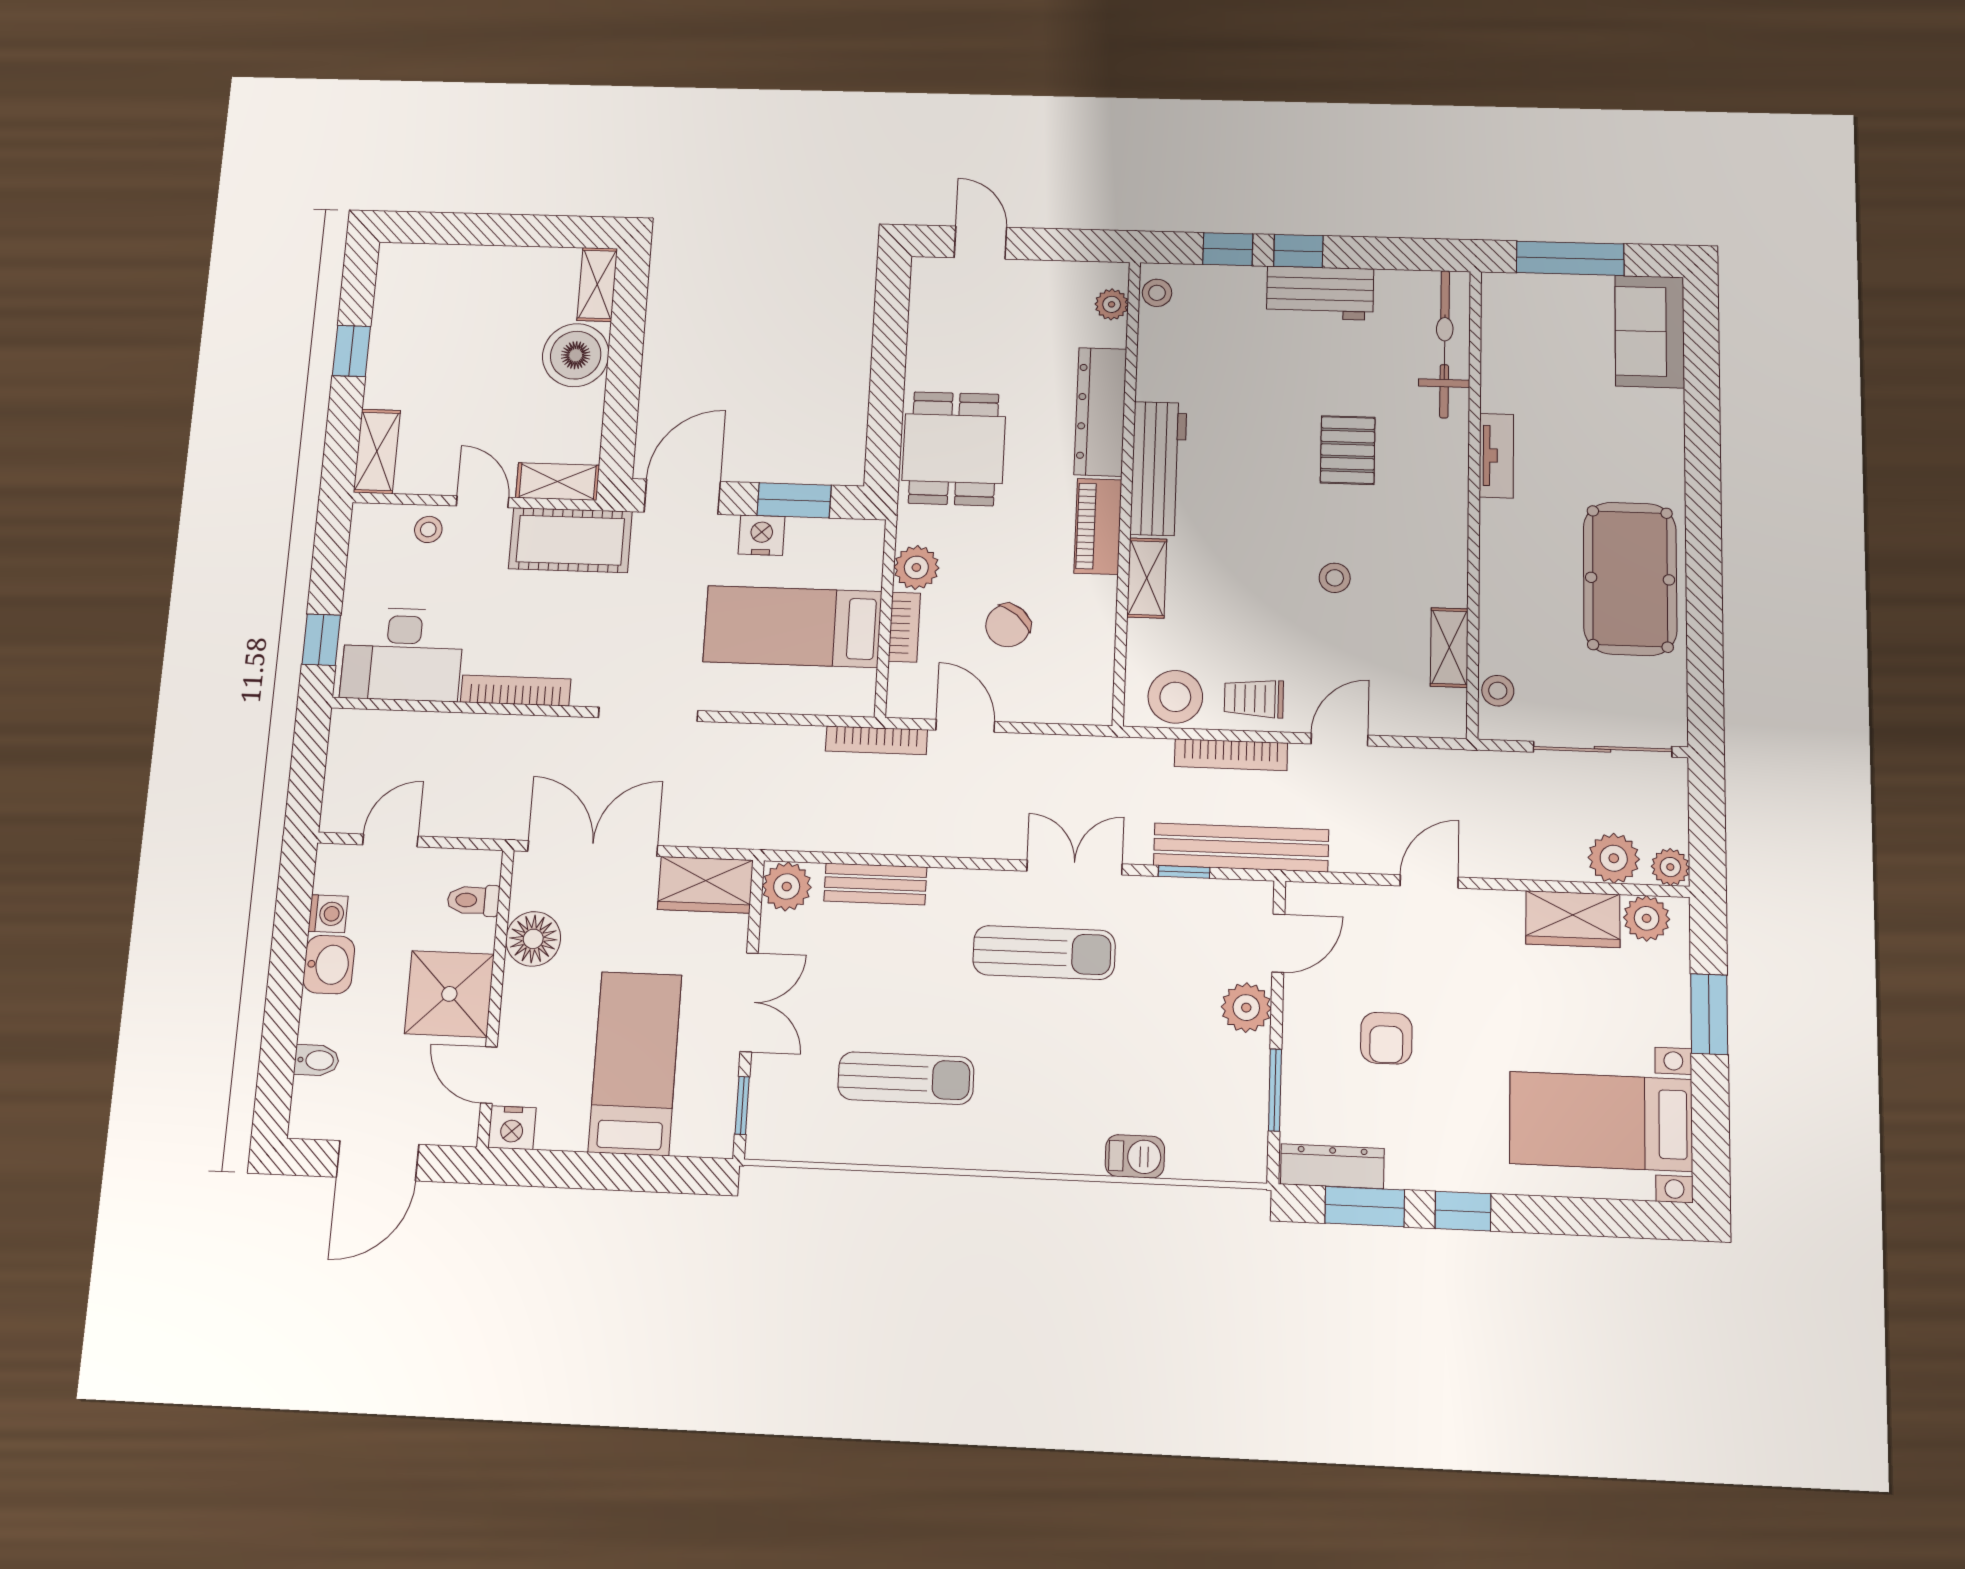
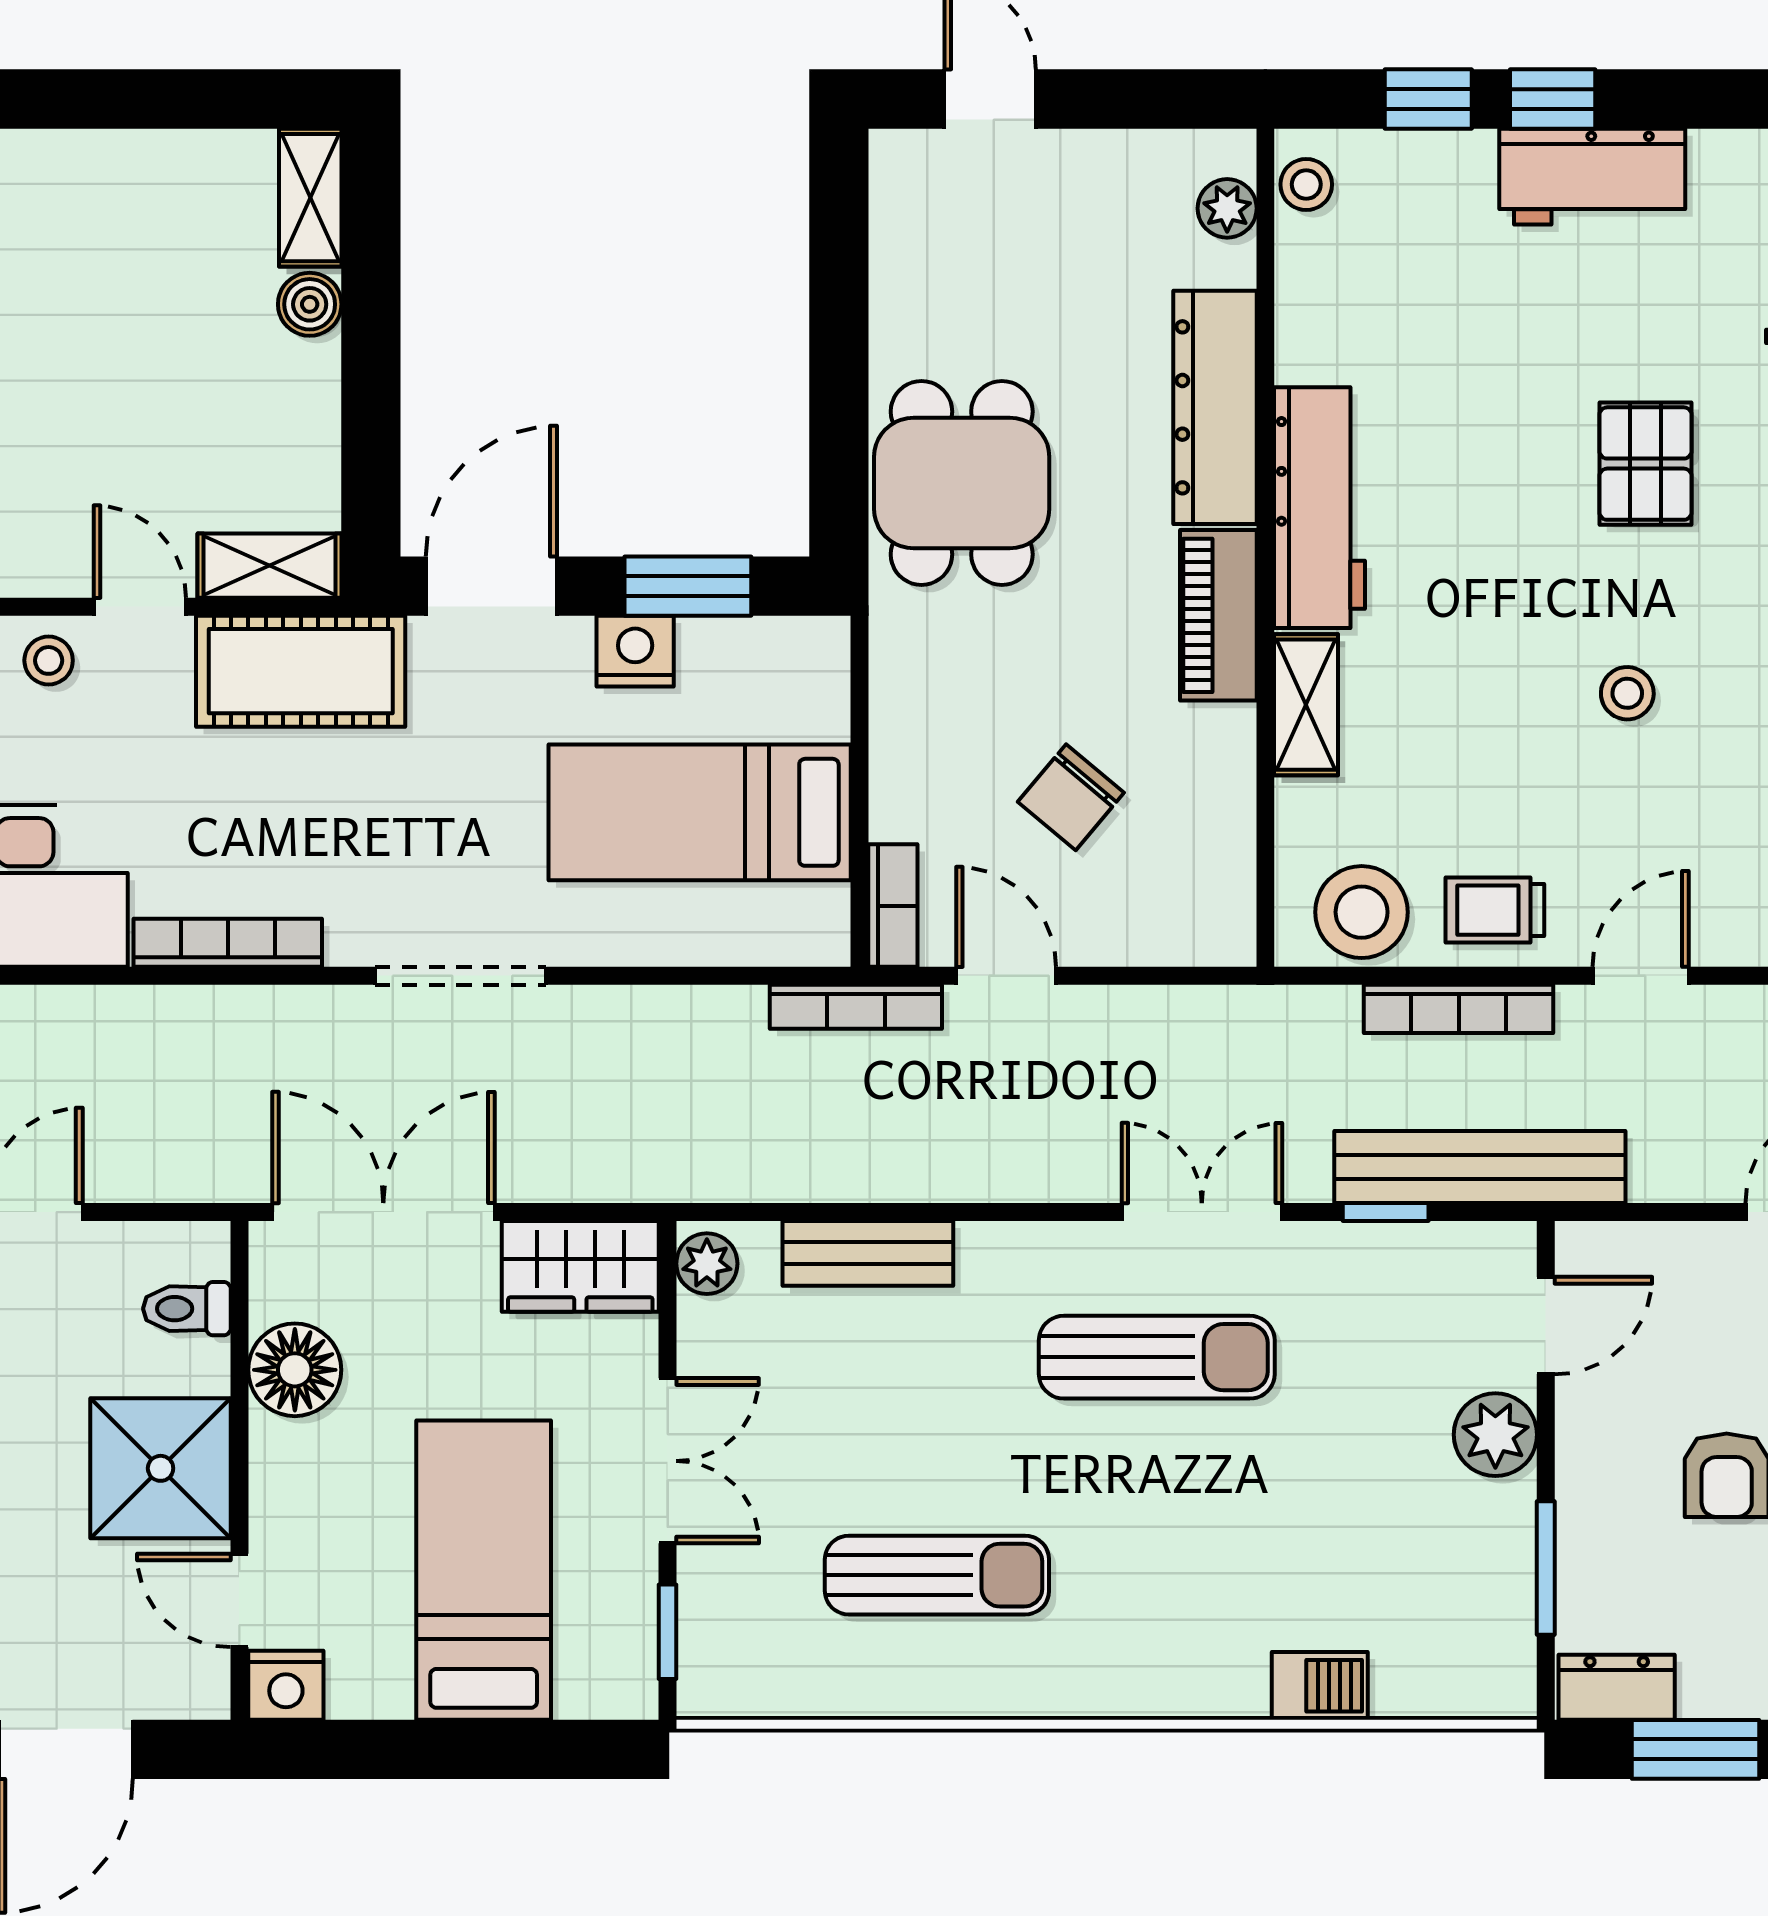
boiler: (576, 355) -> (310, 304), width x0.54, depth x0.54
plant: (916, 567) -> (908, 700), removed
bookcase: (904, 627) -> (893, 906), moved
plant: (787, 886) -> (707, 1264), width x0.73, depth x0.73
dresser: (1332, 1166) -> (1617, 1687), width x0.70

